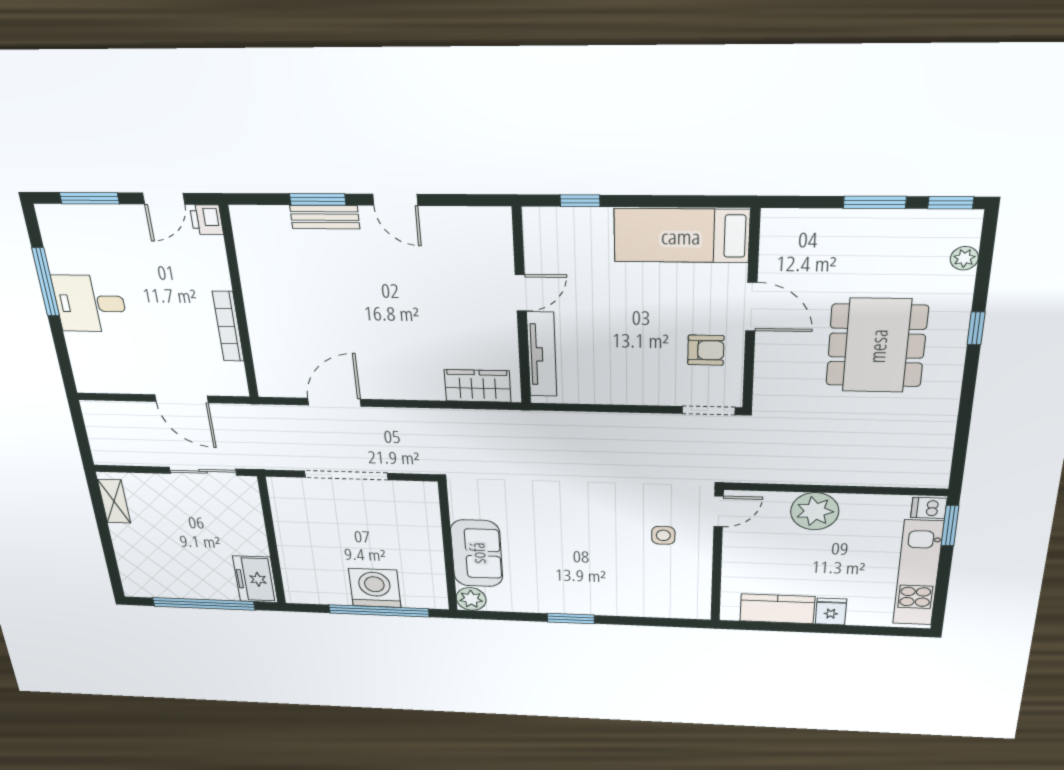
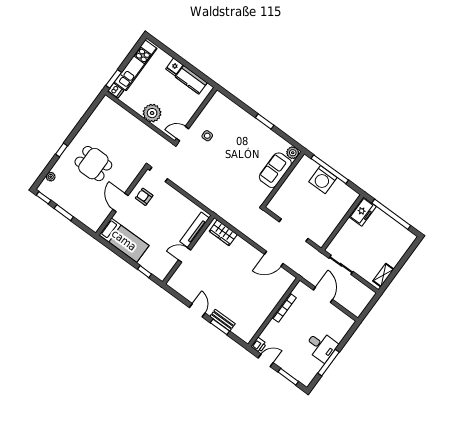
dining table: (877, 346) -> (93, 164), width x0.73

